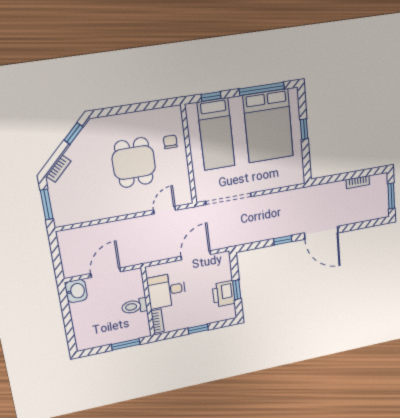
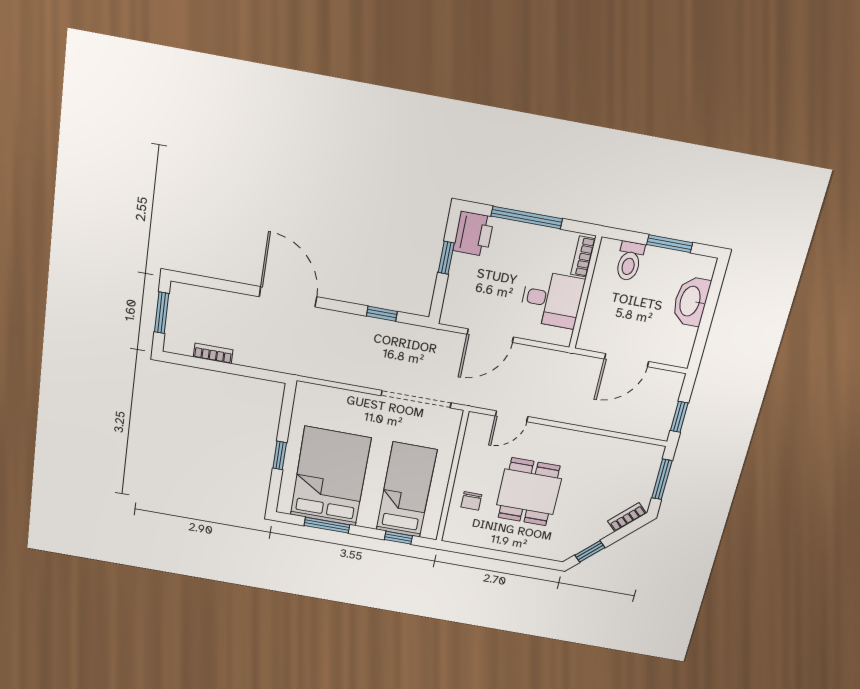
window: (262, 89) -> (327, 525), width x0.69
window: (283, 240) -> (382, 314), moved
window: (55, 250) -> (679, 417), added
washbasin: (76, 291) -> (691, 301), moved, width x1.38
printer: (224, 294) -> (474, 234), moved
toilet: (134, 306) -> (629, 261), moved, turned 90
window: (198, 329) -> (527, 217), width x2.17
window: (126, 344) -> (670, 244), moved

